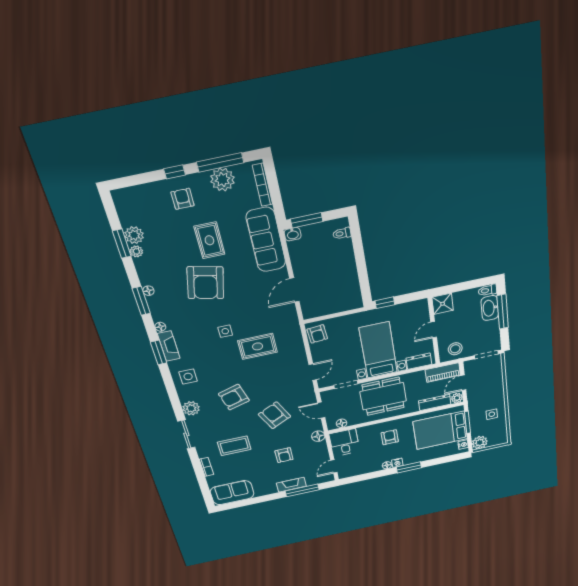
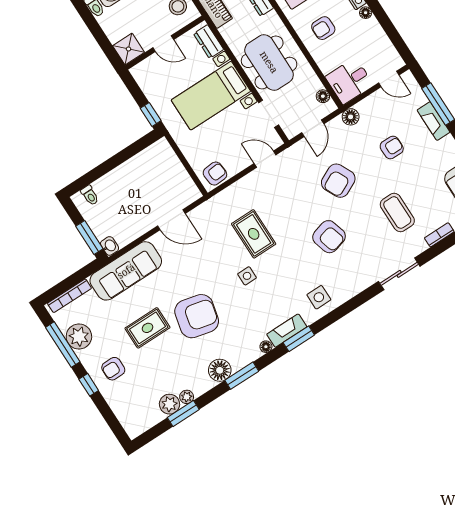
floor lamp: (148, 291) -> (220, 370), width x1.89, depth x1.89
plant: (191, 408) -> (361, 280), removed

